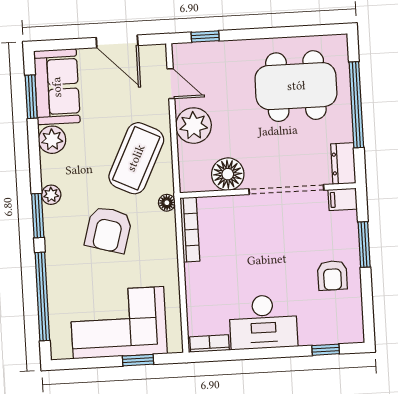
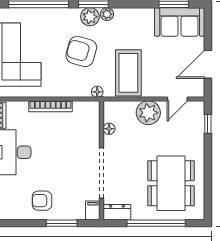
plant: (52, 140) -> (90, 17), moved
coffee table: (136, 158) -> (128, 73), turned 64
floor lamp: (228, 174) -> (109, 129), width x0.53, depth x0.53
bookcase: (190, 230) -> (50, 106), moved

